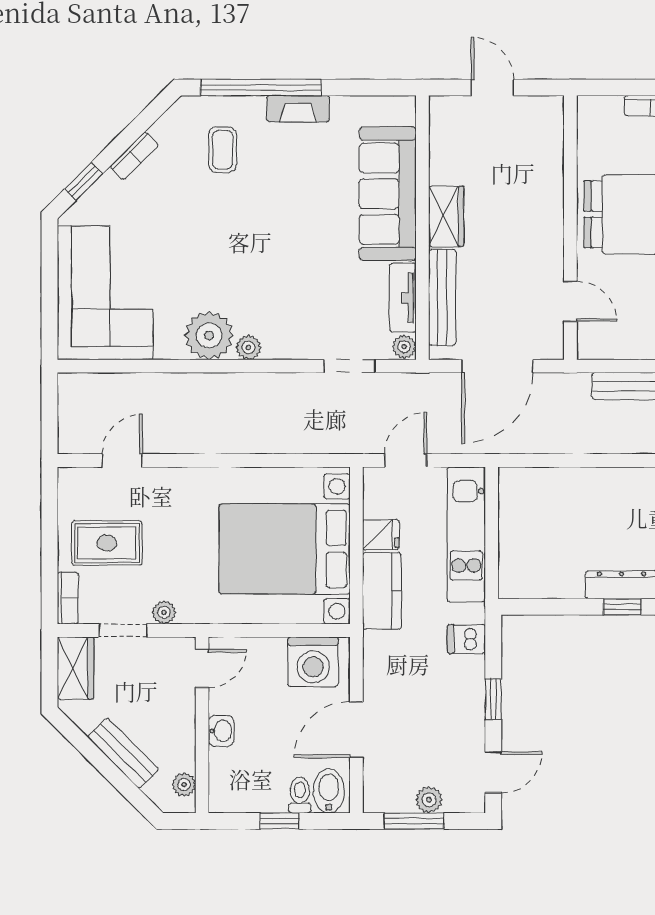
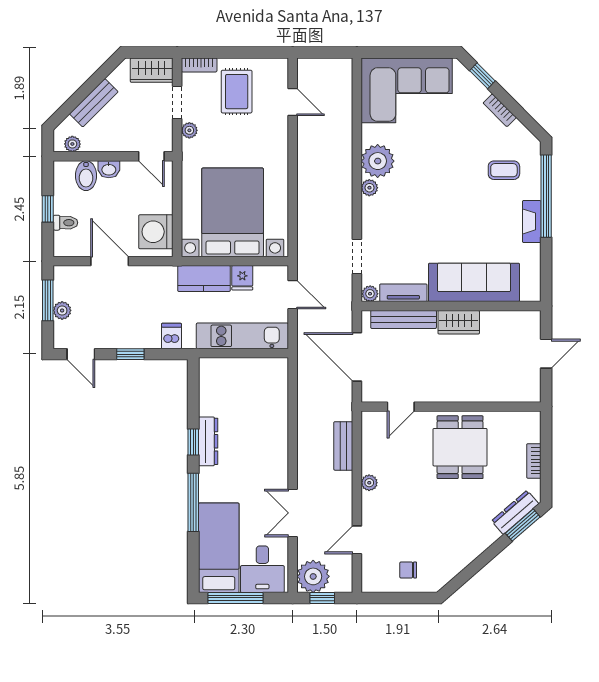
bidet: (329, 791) -> (86, 176), moved, turned 90

